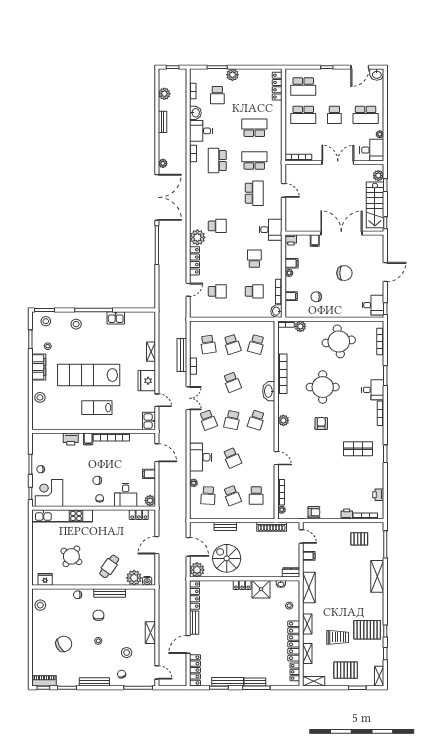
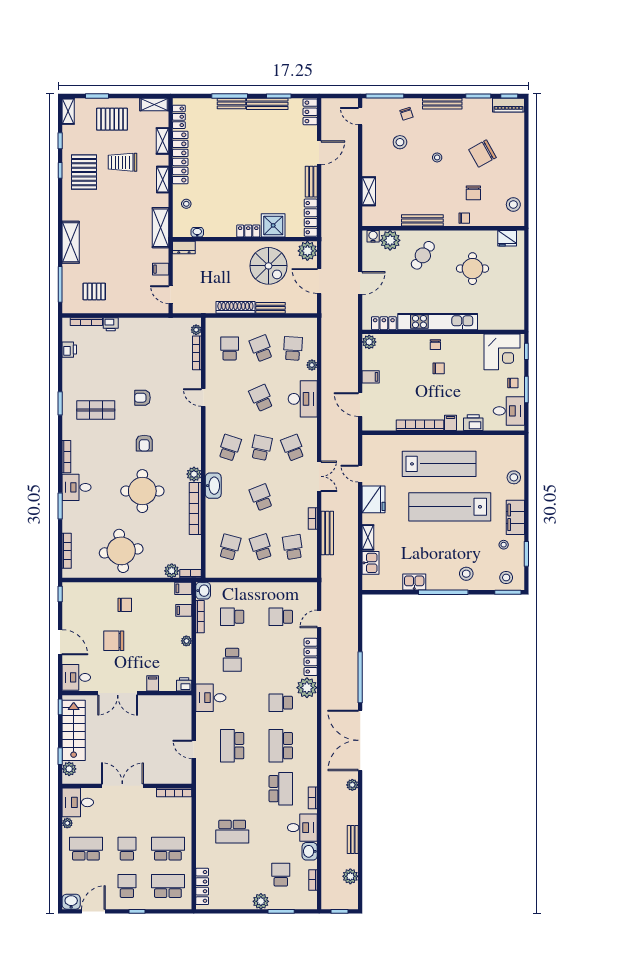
school desk: (334, 86) -> (127, 886), added
school desk: (254, 160) -> (281, 746), moved, turned 90
double door: (338, 163) -> (122, 786), swing flipped
double door: (341, 233) -> (118, 693), width x0.73
filing cabinet: (292, 263) -> (183, 588), moved
door: (385, 272) -> (60, 642), swing flipped
chair: (316, 297) -> (125, 605), moved
desk: (373, 305) -> (76, 677), moved
lab bench: (89, 375) -> (450, 507), turned 180
double door: (188, 398) -> (319, 476), swing flipped
lab bench: (97, 408) -> (439, 464), width x1.86, depth x1.39
plant: (283, 420) -> (194, 474), moved
kitchen sink: (149, 421) -> (371, 563), moved
desk: (126, 495) -> (509, 411), moved, turned 90
armchair: (314, 512) -> (142, 398), moved
kitchen unit: (62, 516) -> (438, 322), moved
shoe rack: (272, 527) -> (235, 307), moved
round table: (71, 556) -> (472, 269), turned -36
shower: (261, 589) -> (273, 225), moved
chair: (98, 615) -> (473, 193), moved
pallet: (367, 630) -> (84, 172), turned 90
shelving: (150, 633) -> (369, 191), moved
locker: (195, 670) -> (310, 112), width x0.66

